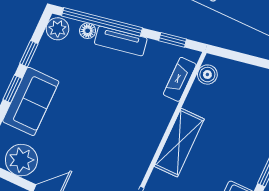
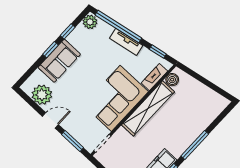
floor lamp: (88, 31) -> (108, 29), removed
corner sofa: (133, 130) -> (116, 98), added
shelving: (179, 143) -> (148, 108), width x1.47

